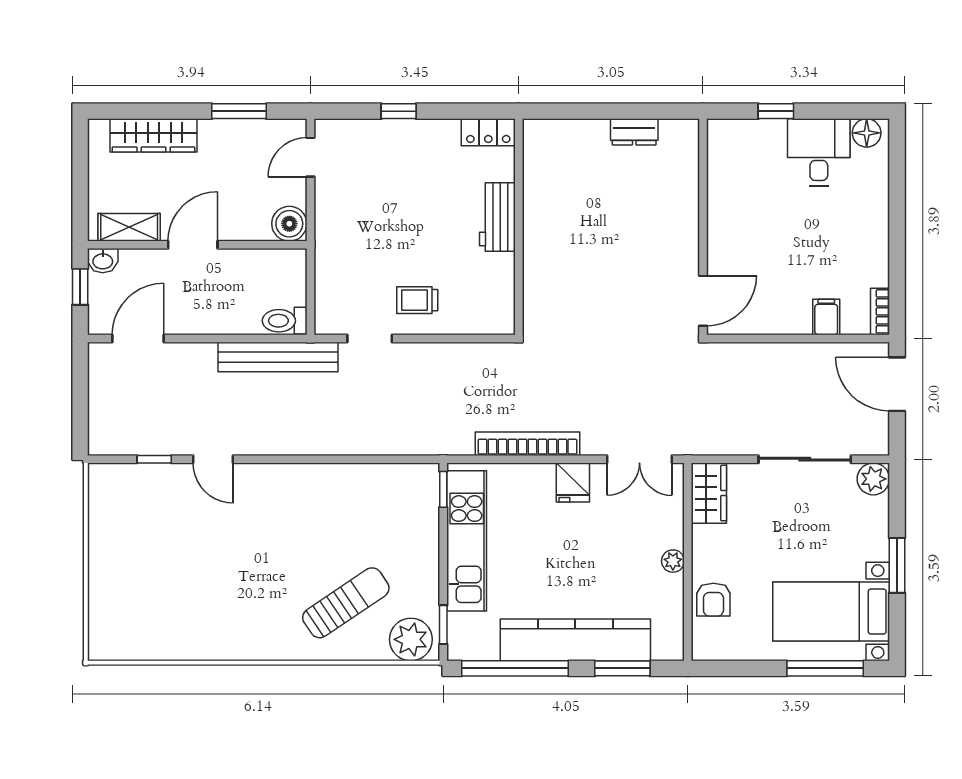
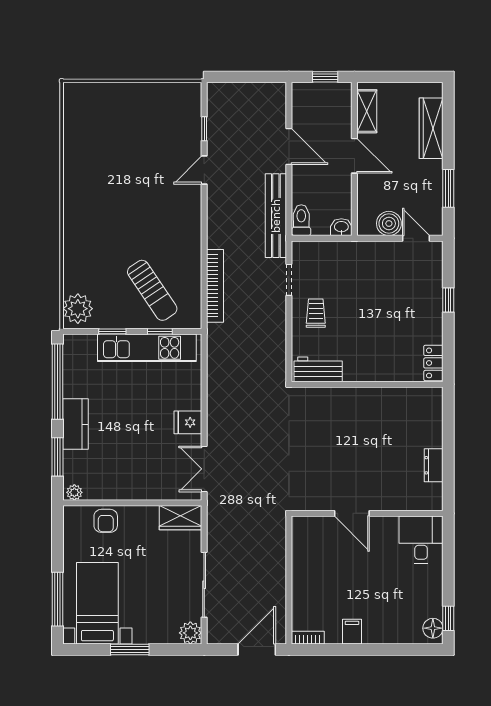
window: (776, 111) -> (448, 618), moved
desk: (819, 152) -> (421, 540), moved, turned -90
workbench: (497, 217) -> (318, 369), moved
boiler: (289, 224) -> (389, 223), moved
washbasin: (103, 261) -> (341, 227), moved, turned 90
door: (703, 301) -> (352, 513), moved
filing cabinet: (826, 317) -> (352, 632), moved, turned -90
door: (138, 338) -> (289, 146), moved
bookcase: (527, 444) -> (215, 286), moved
window: (443, 489) -> (160, 331), moved
plant: (673, 561) -> (74, 492), moved
armchair: (713, 600) -> (106, 521), turned -90
sun lounger: (346, 603) -> (152, 290), moved
window: (443, 625) -> (112, 331), moved
kitchen counter: (575, 640) -> (75, 424), width x0.48, depth x0.86

